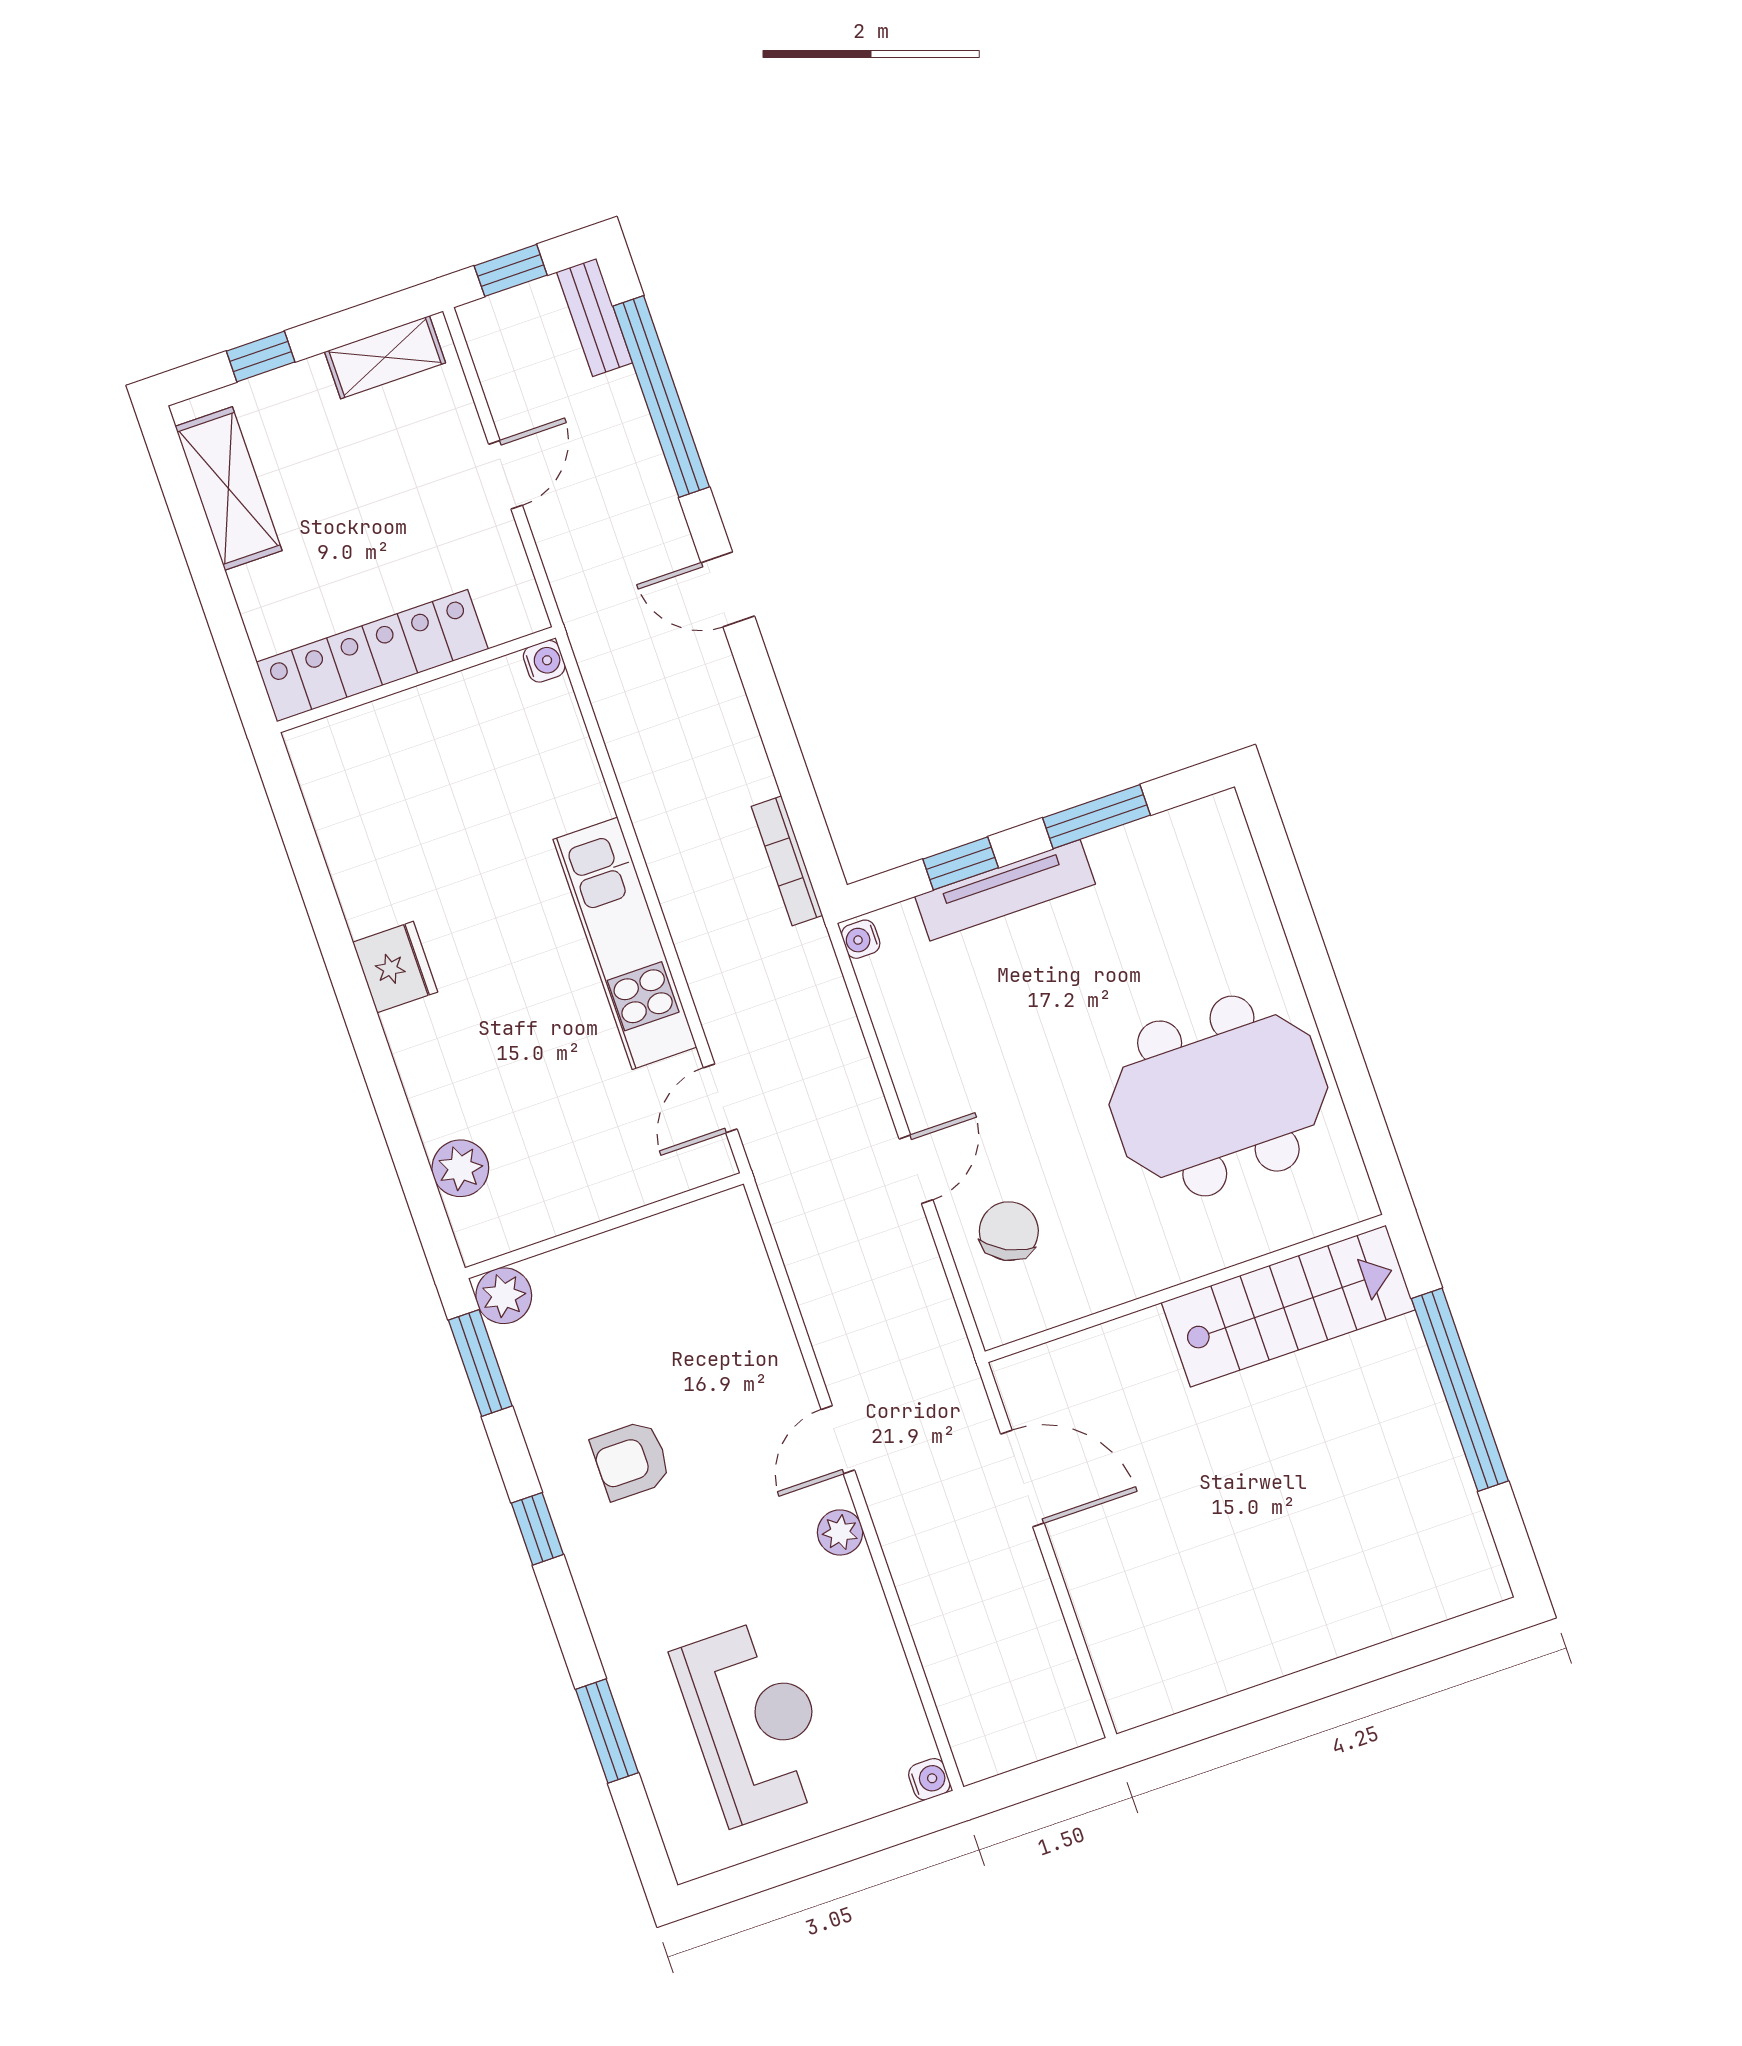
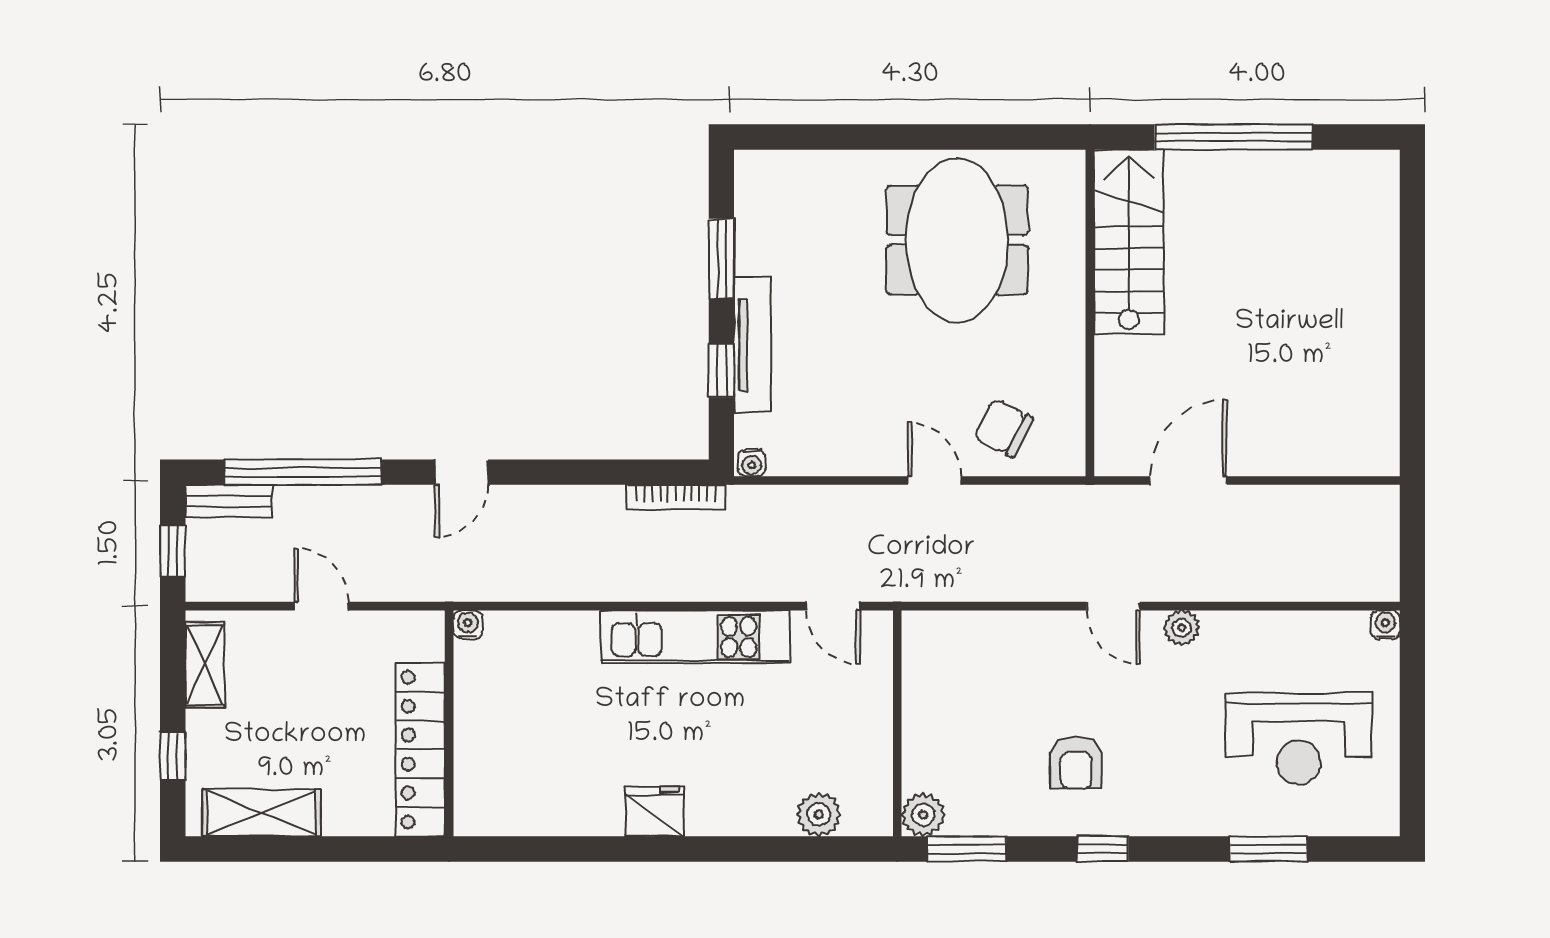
reception desk: (754, 1722) -> (1299, 738), turned 180

